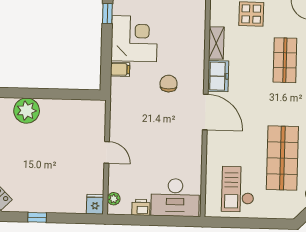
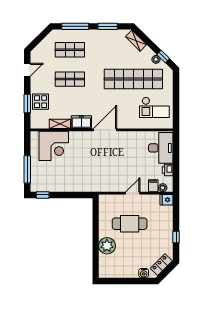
corner desk: (134, 39) -> (54, 146), moved, turned 180
filing cabinet: (120, 69) -> (153, 186), moved
chair: (169, 84) -> (87, 154), removed
cafe table: (60, 146) -> (130, 224), added
shop shelf: (282, 158) -> (133, 79), width x1.40

